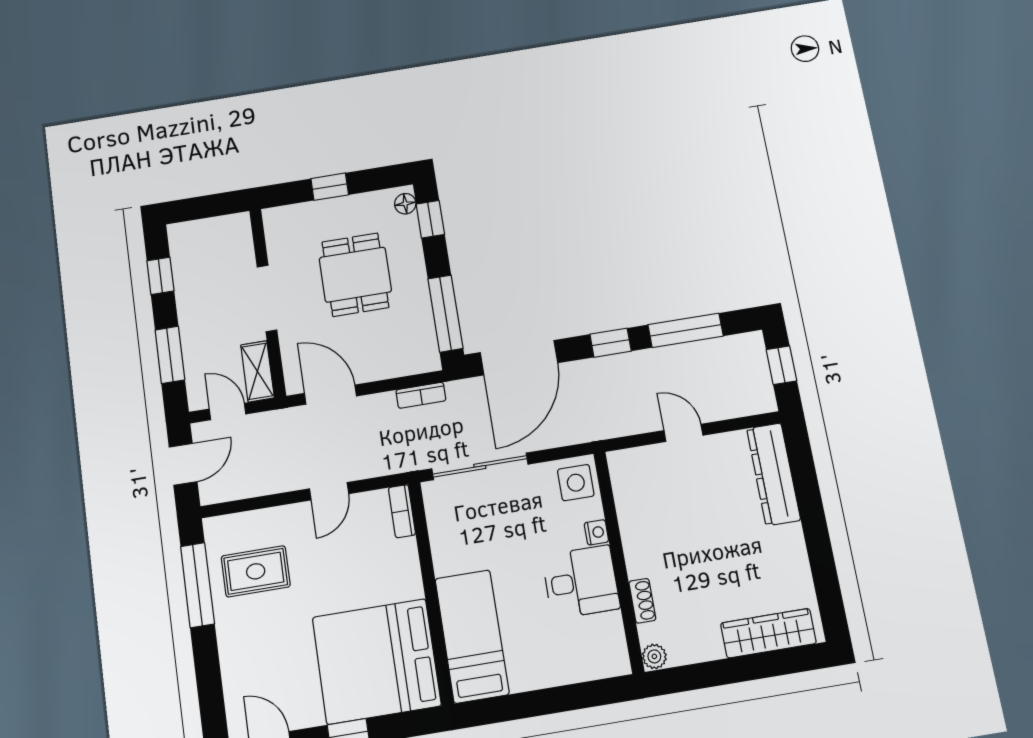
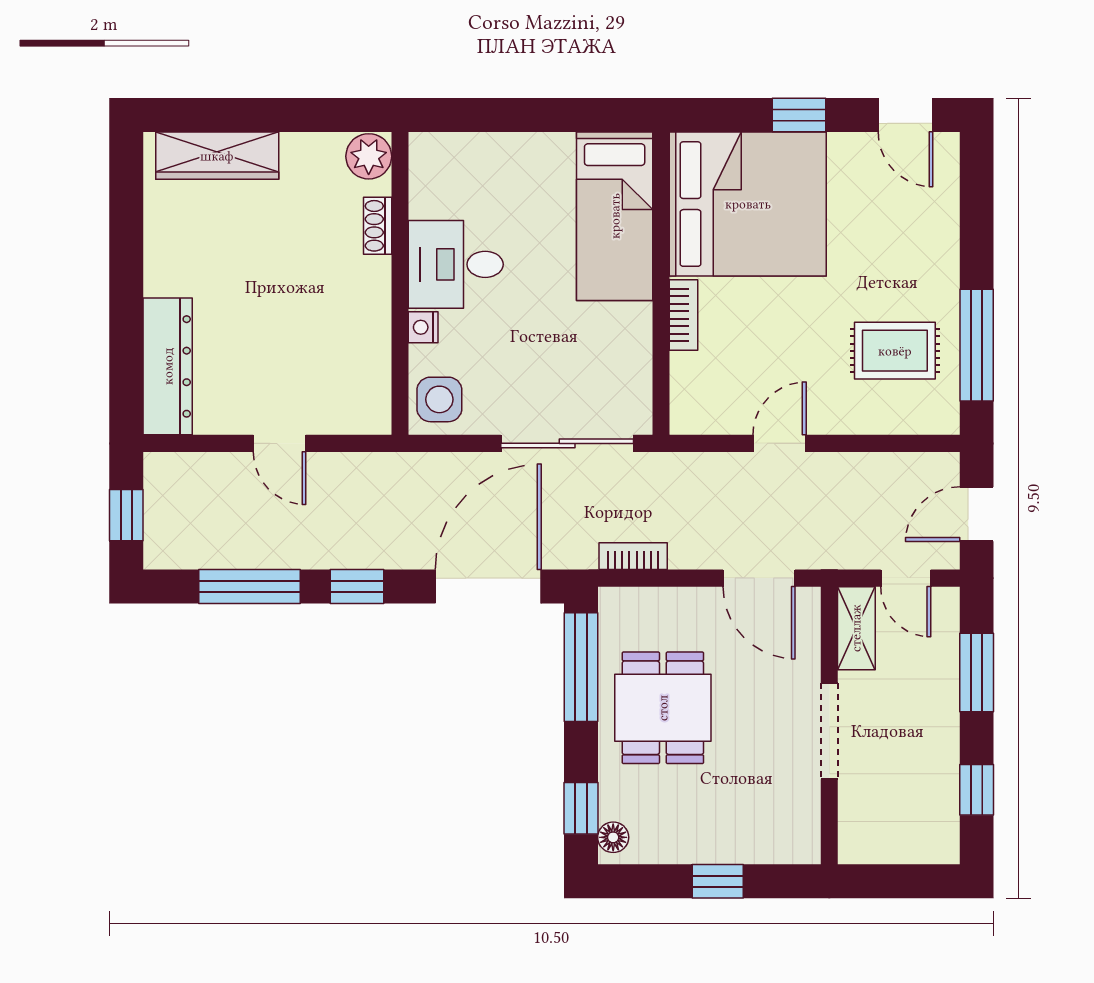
dining table: (355, 275) -> (663, 708), moved
bookcase: (402, 511) -> (683, 315), moved
plant: (654, 656) -> (369, 156), width x1.38, depth x1.38

